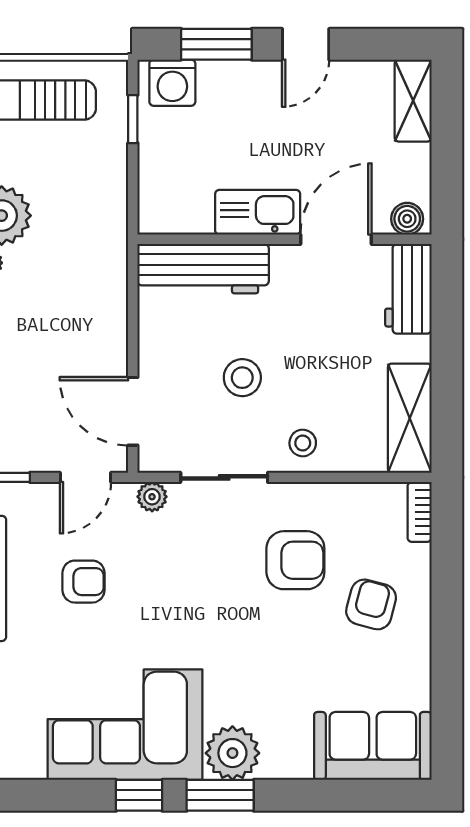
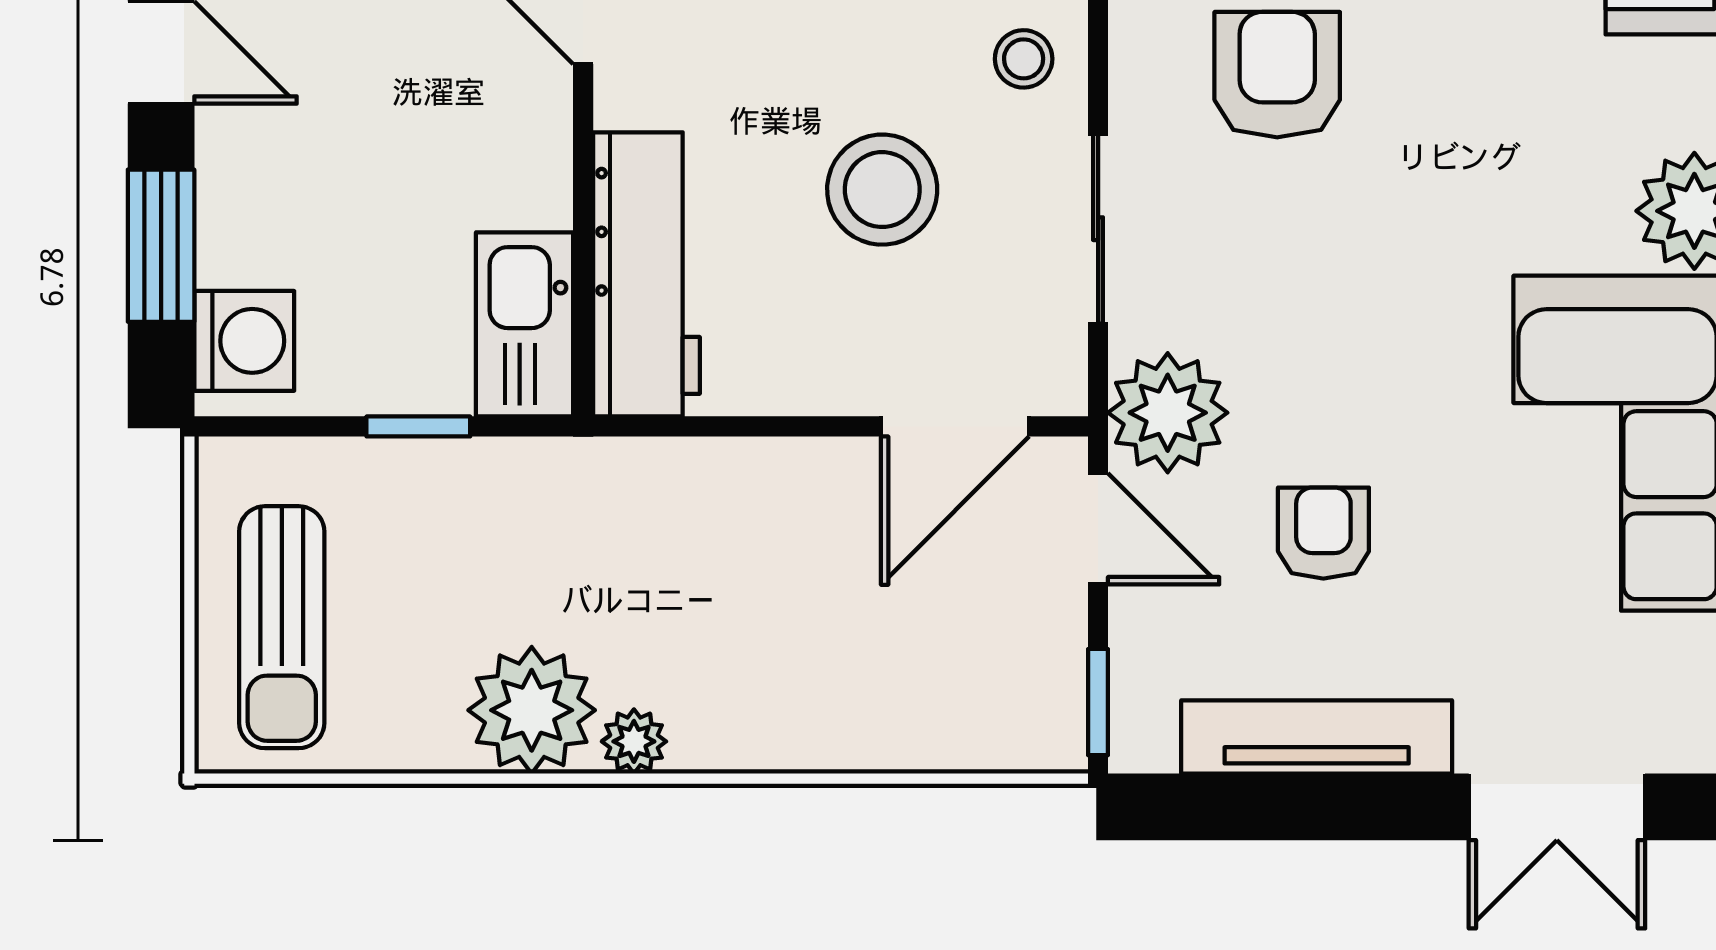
window: (133, 119) -> (418, 426), moved
kitchen sink: (258, 212) -> (525, 324), moved
stool: (242, 378) -> (882, 190), width x1.38, depth x1.38
plant: (152, 497) -> (1168, 413), width x1.88, depth x1.88

